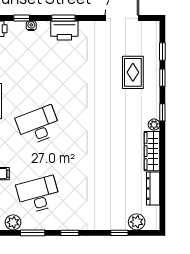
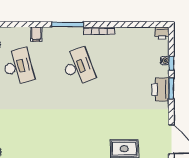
window: (22, 18) -> (171, 63), moved

